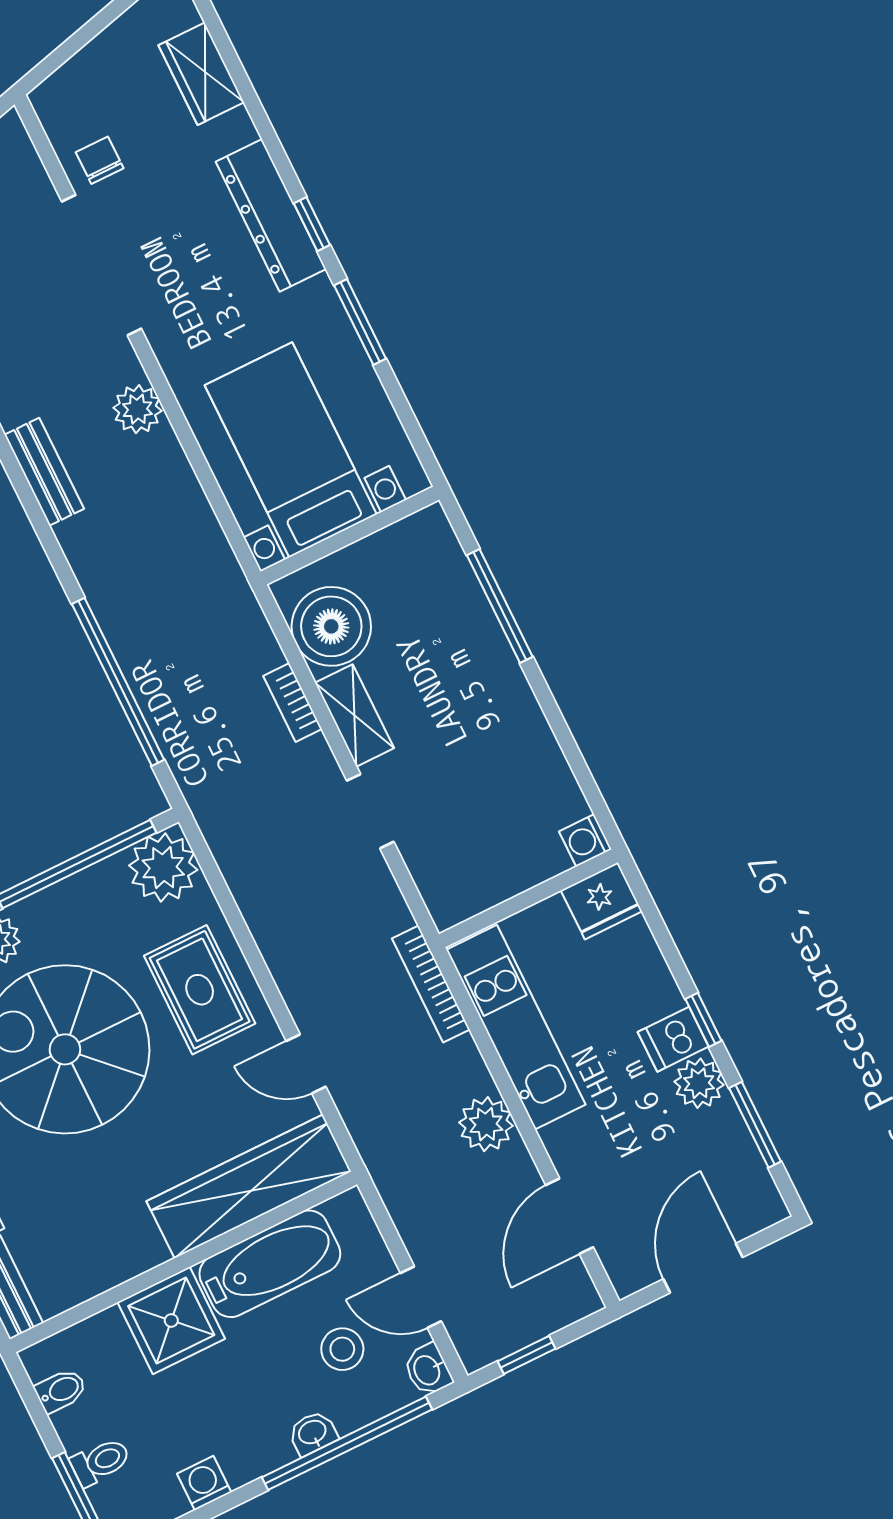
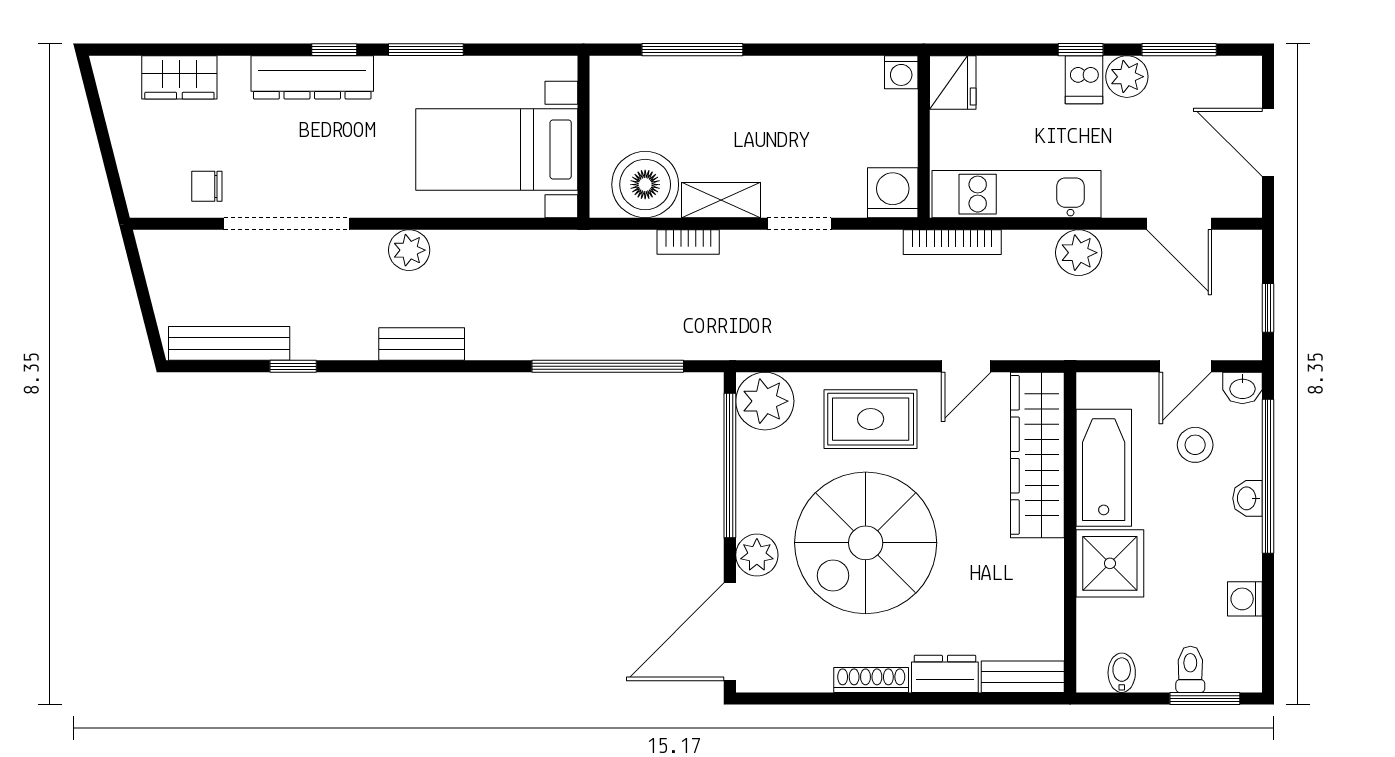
washing machine: (452, 895) -> (893, 193), added

